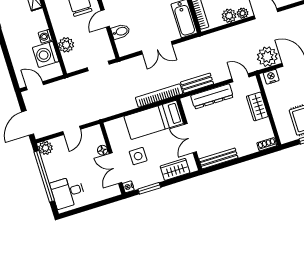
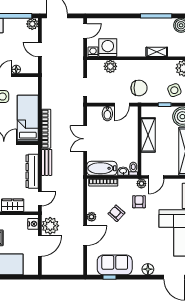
plant: (229, 16) -> (93, 205), removed
door: (105, 18) -> (122, 105), swing flipped
washing machine: (45, 36) -> (93, 52), moved

